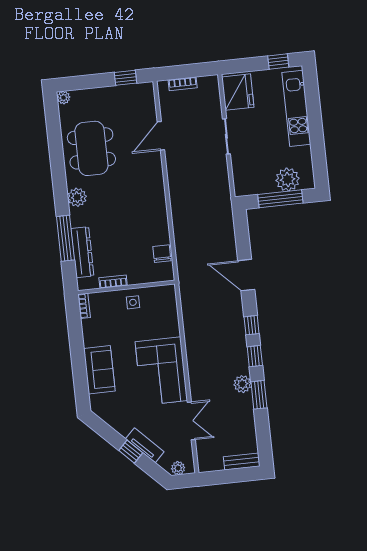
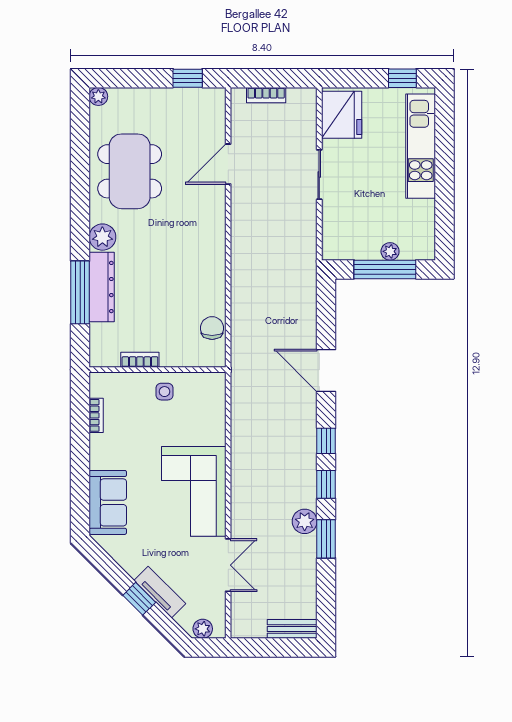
plant: (288, 179) -> (390, 251), width x0.53, depth x0.53
dresser: (82, 252) -> (102, 287), moved
bookcase: (84, 306) -> (96, 415), moved
sofa: (99, 370) -> (108, 502), moved

